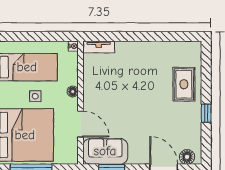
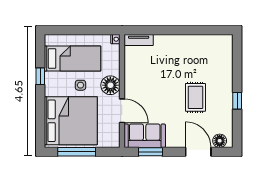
rug: (184, 84) -> (195, 97), moved
floor lamp: (73, 91) -> (110, 85), width x1.89, depth x1.89

